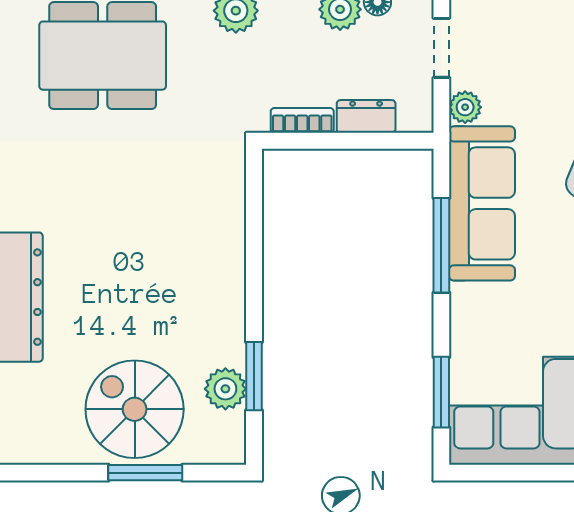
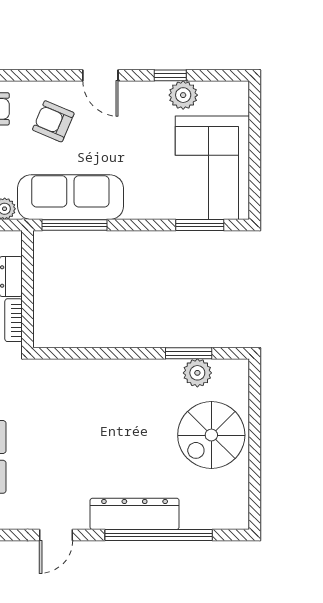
window: (441, 245) -> (75, 225), moved
window: (145, 473) -> (255, 428), removed

